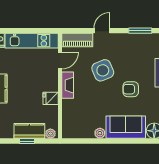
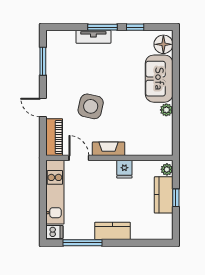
side table: (103, 70) -> (91, 106), turned 36
armchair: (131, 89) -> (113, 73), removed

